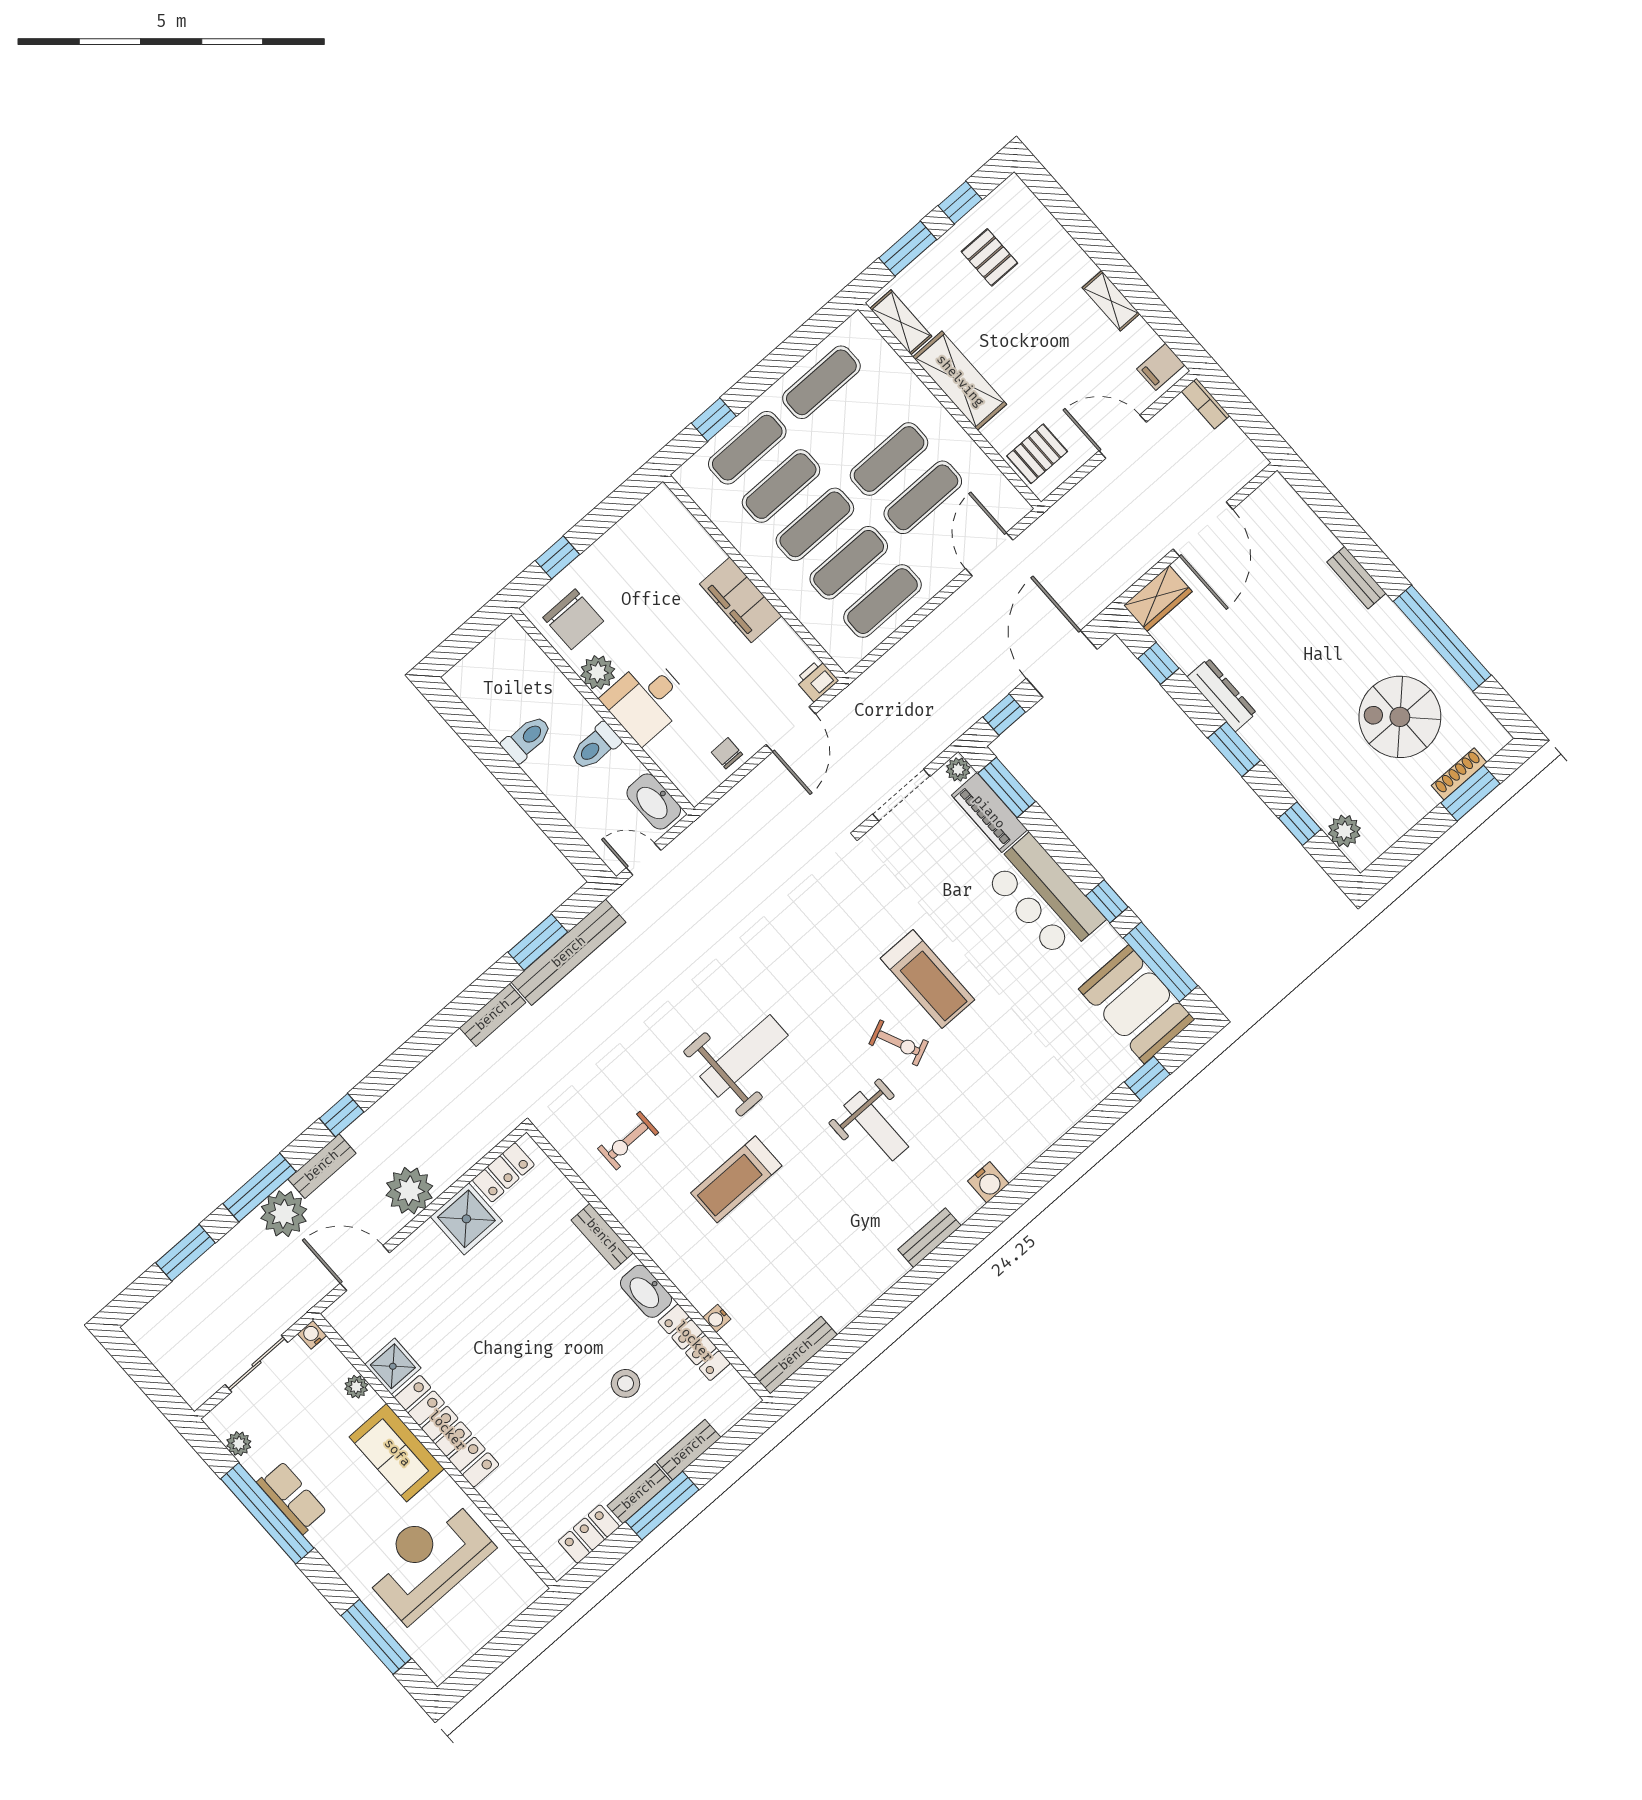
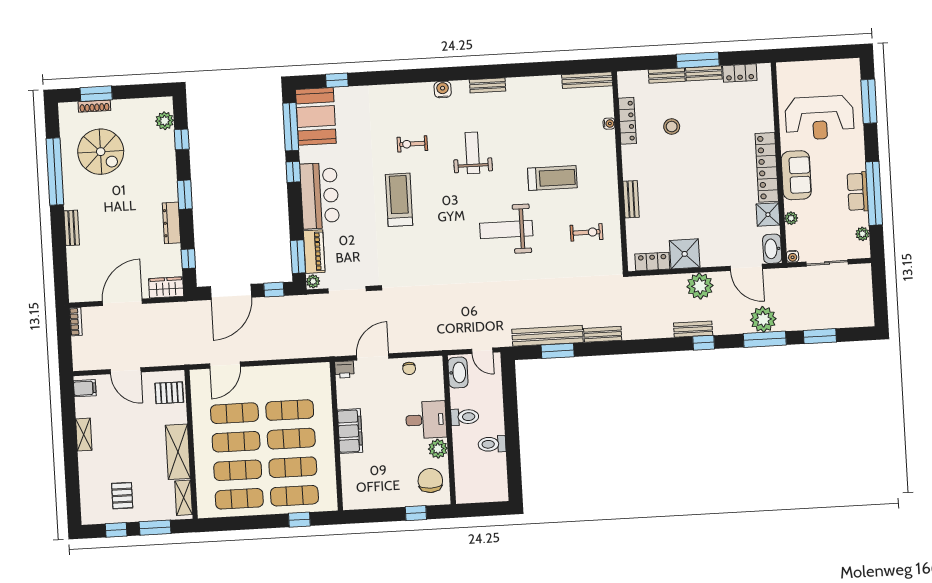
bookcase: (1205, 403) -> (76, 322), moved
exercise mat: (882, 601) -> (238, 470), moved
exercise bike: (899, 1043) -> (412, 144), moved, turned -66
bench: (322, 1166) -> (693, 329), moved
washbasin: (646, 1291) -> (772, 249), moved, turned 180

